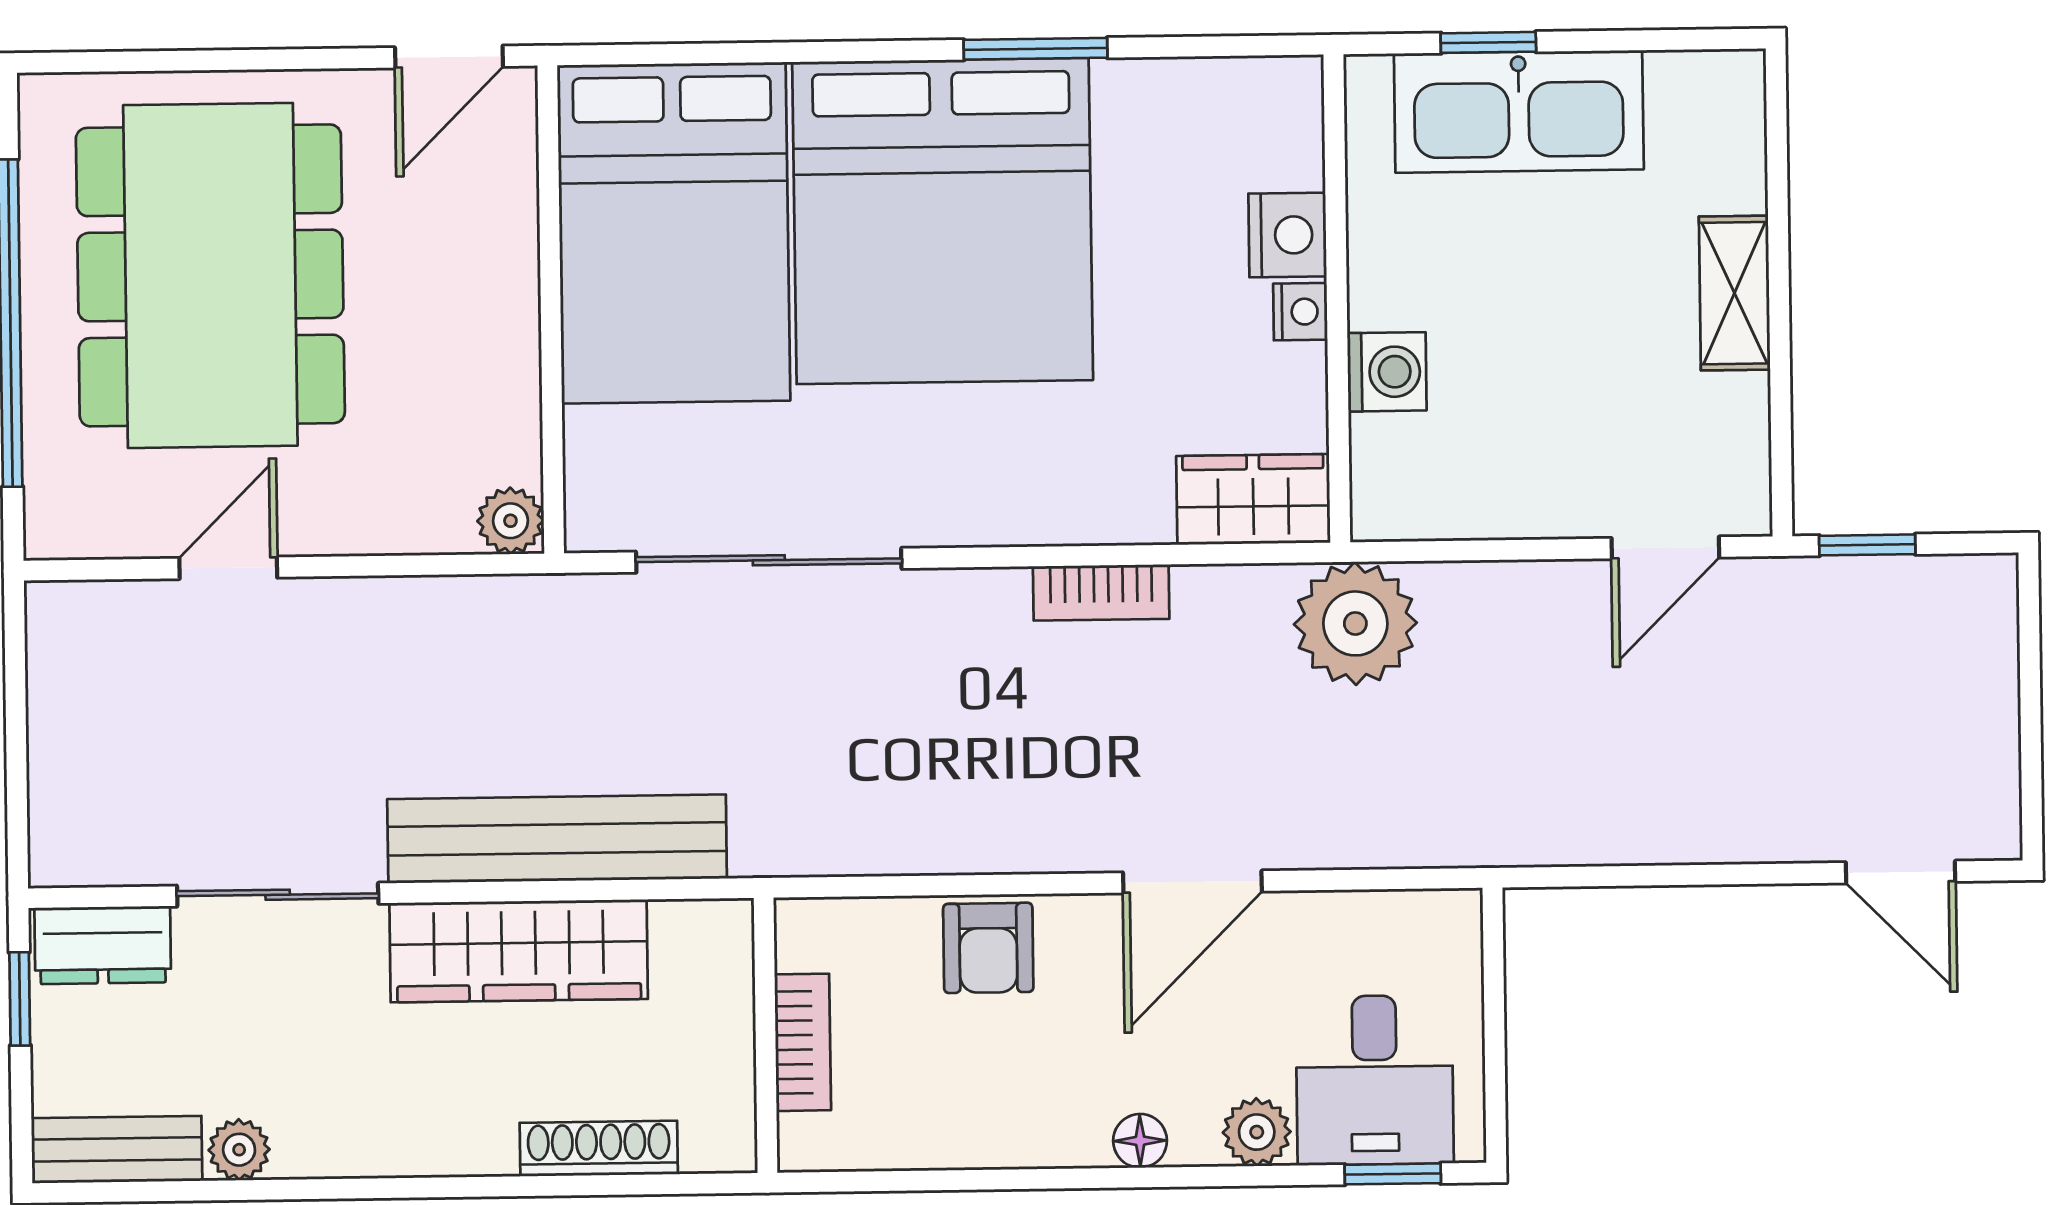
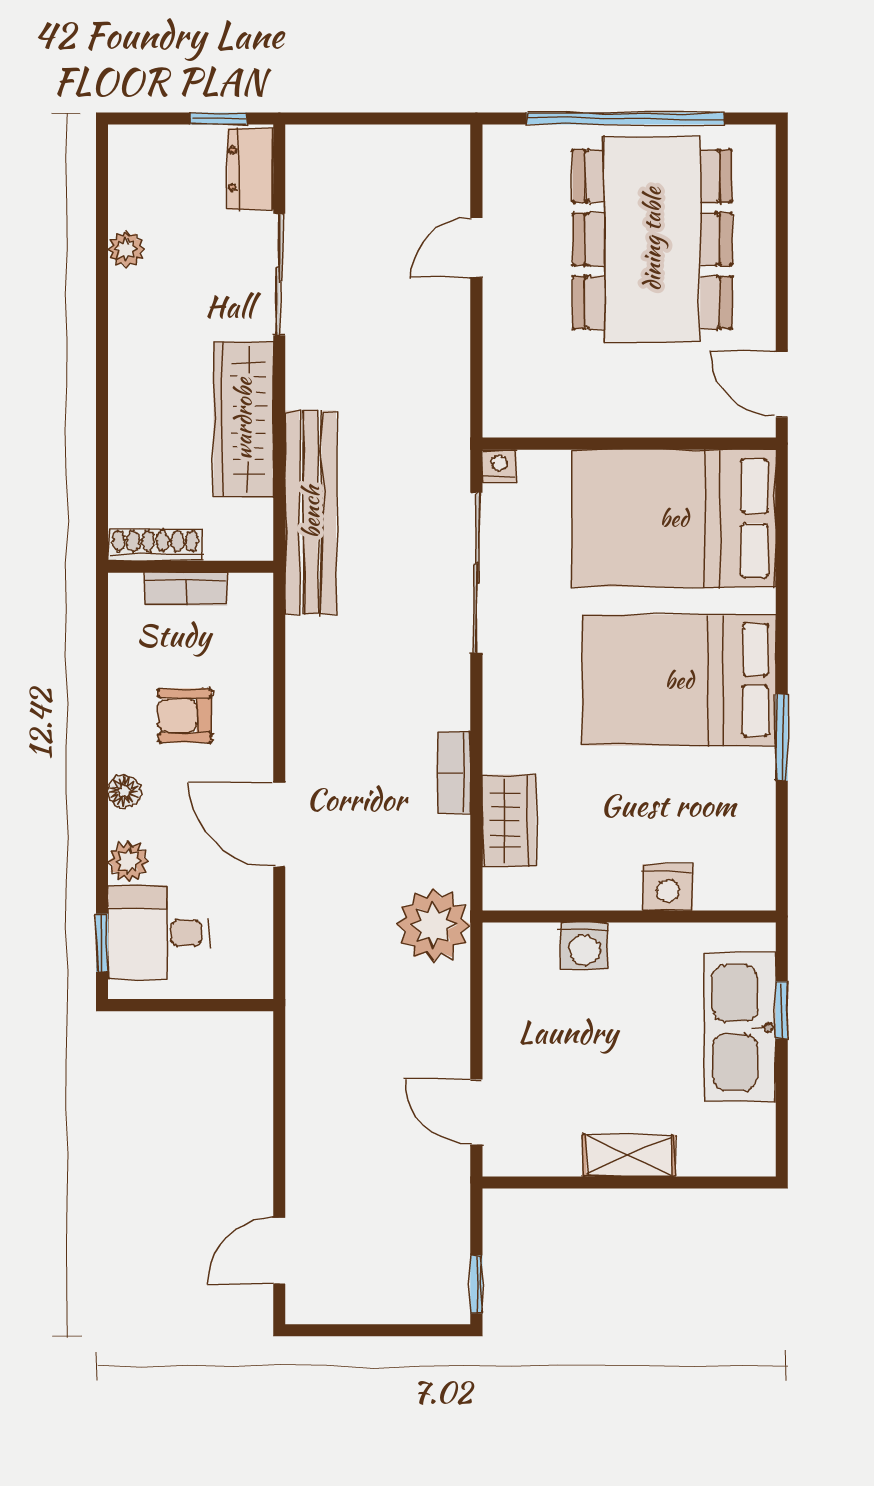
bed: (943, 221) -> (679, 680), width x0.73
dining table: (210, 275) -> (652, 239), turned 90
nightstand: (1300, 312) -> (499, 466), moved, turned 180
wardrobe: (1253, 499) -> (509, 821), moved
plant: (510, 521) -> (502, 418), removed
window: (1867, 545) -> (476, 1284), moved
door: (228, 568) -> (476, 248), swing flipped
bench: (557, 839) -> (311, 512), moved
armchair: (988, 948) -> (185, 716), moved
shoe rack: (599, 1148) -> (155, 545), moved, turned -90
bench: (117, 1149) -> (127, 176), removed

